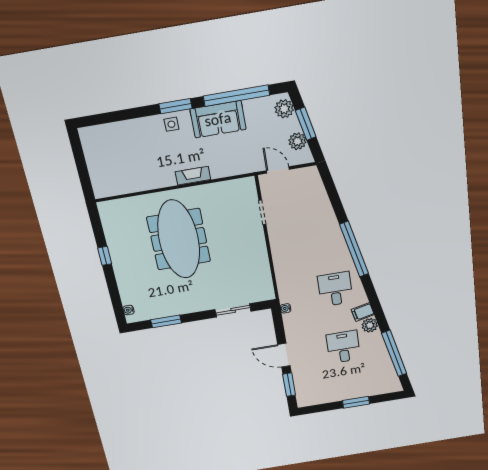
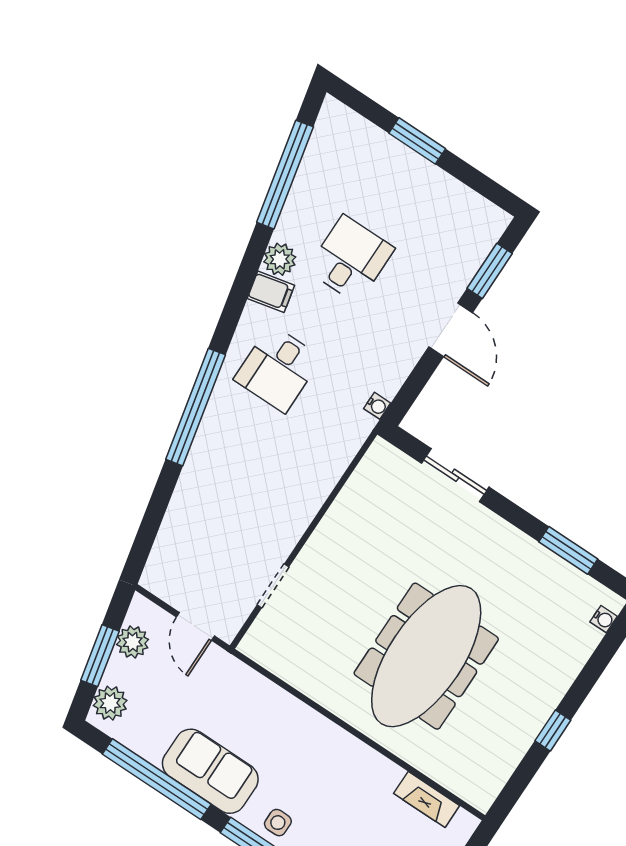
fireplace: (193, 176) -> (427, 800), moved
desk: (343, 347) -> (350, 259), turned 180

